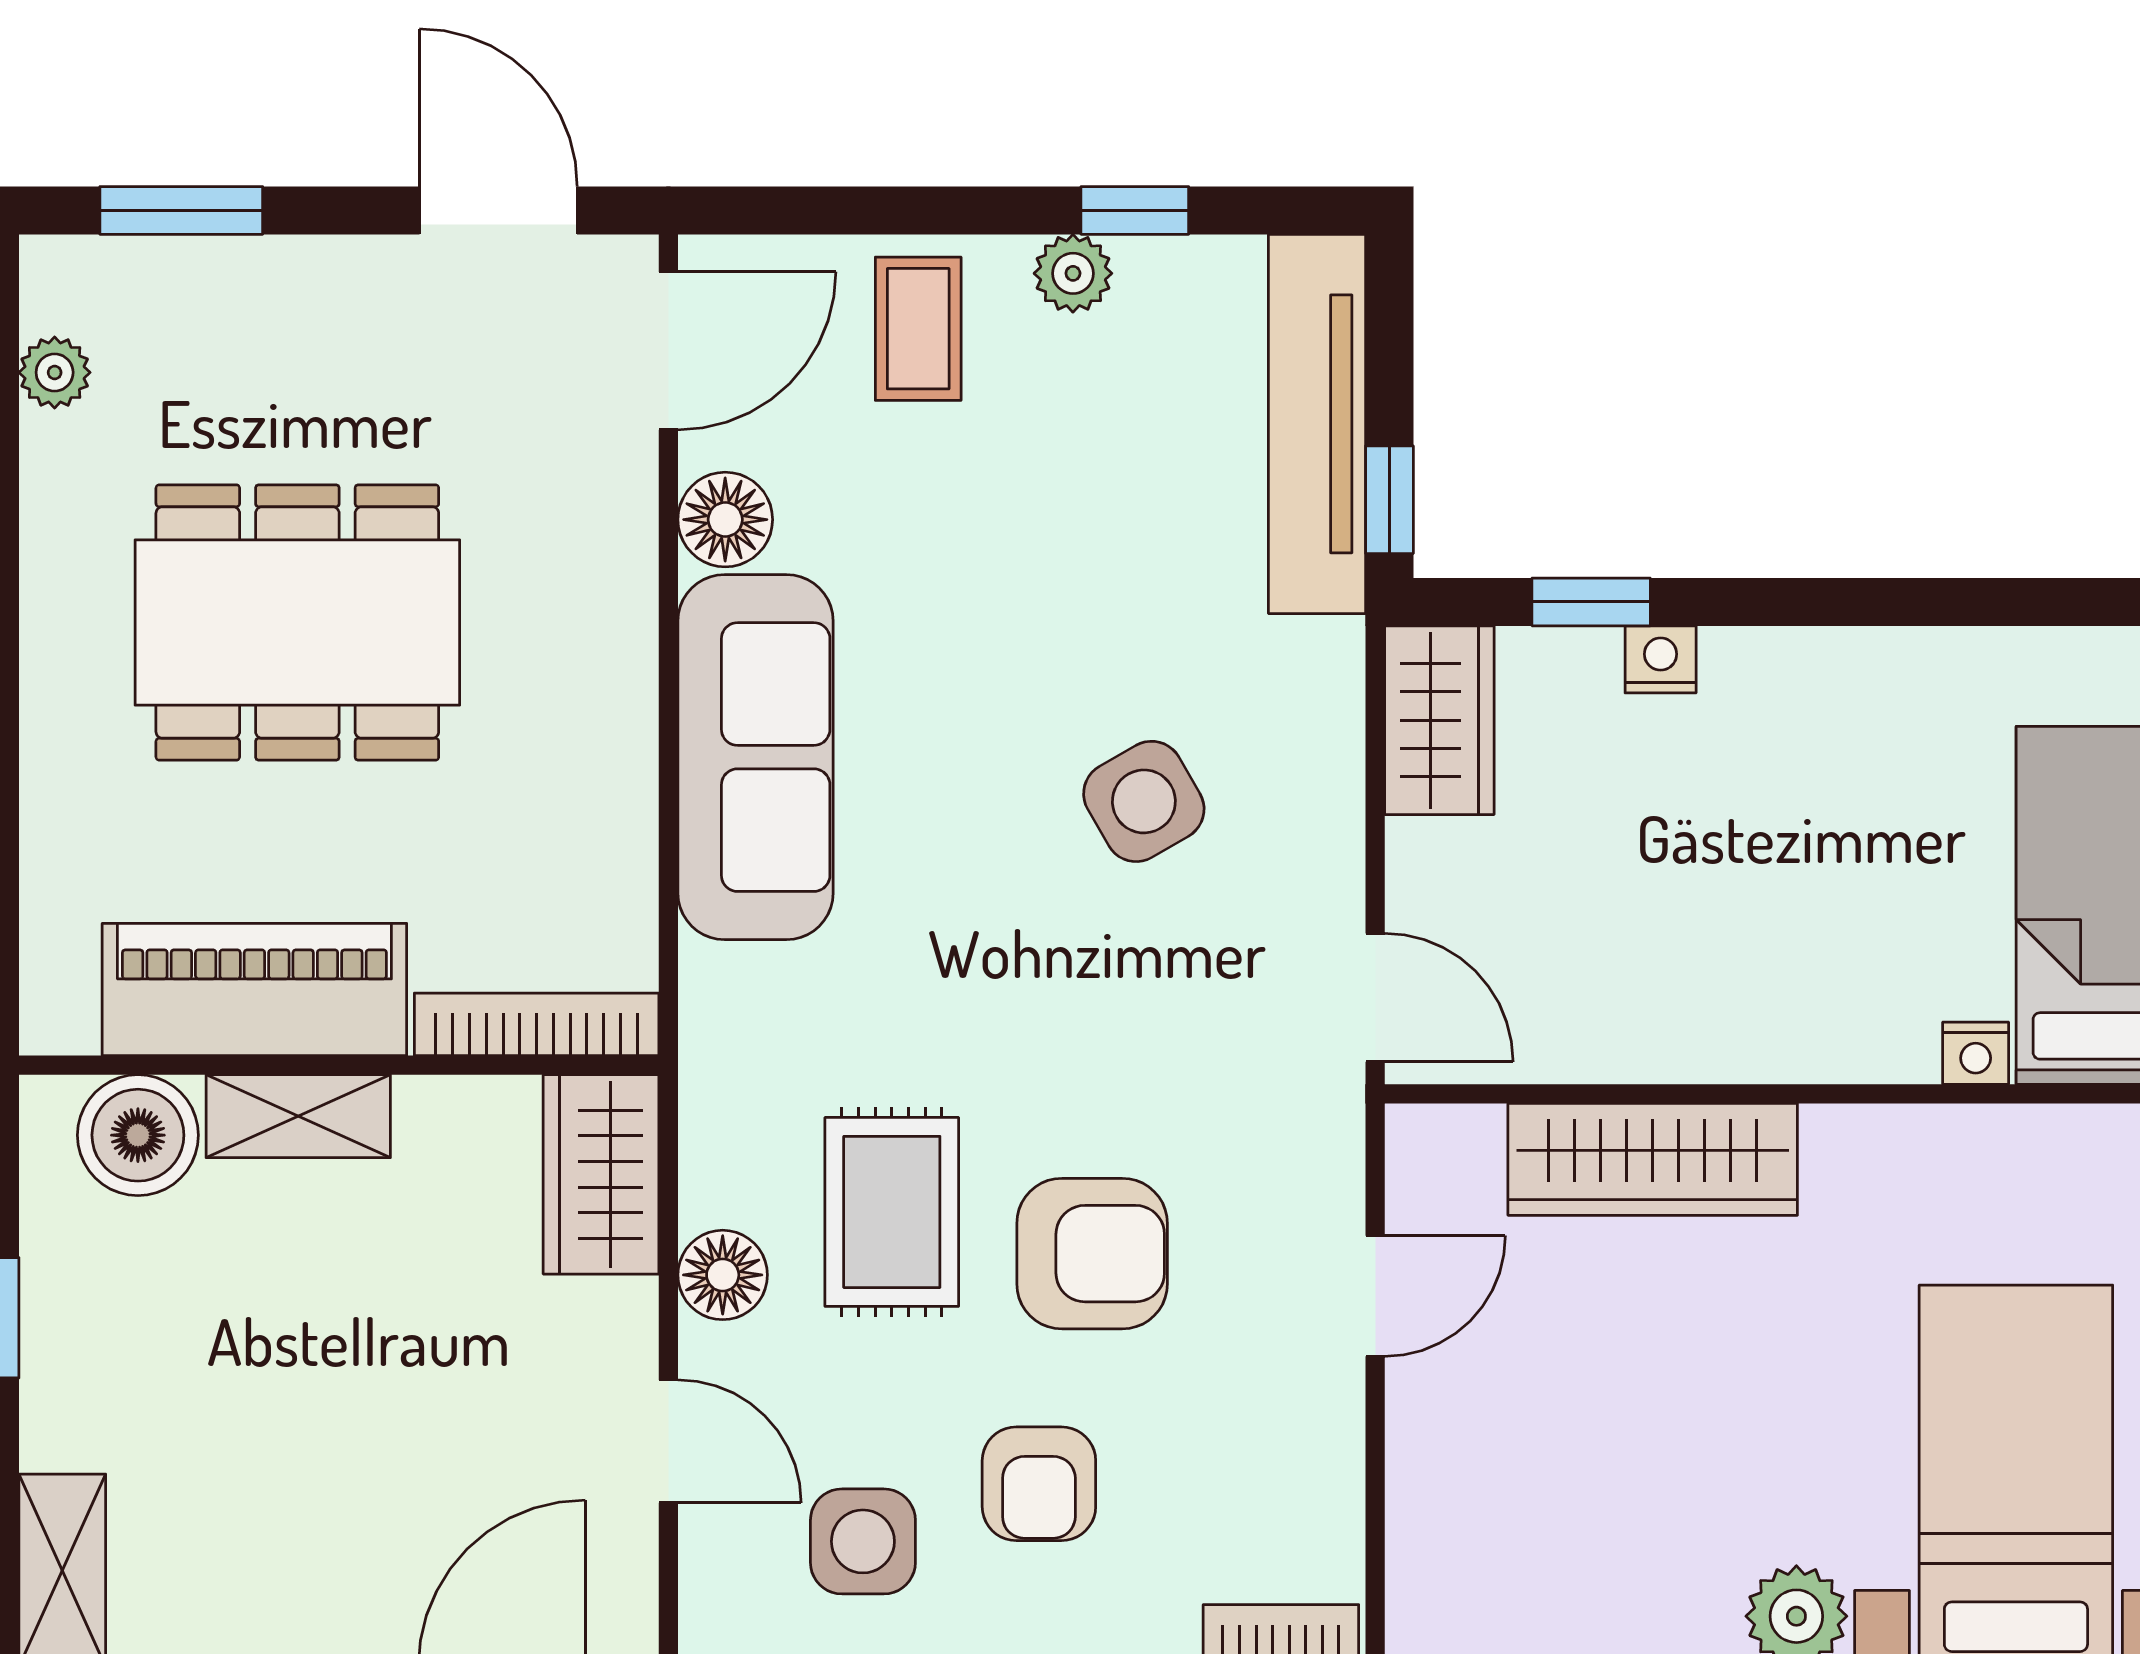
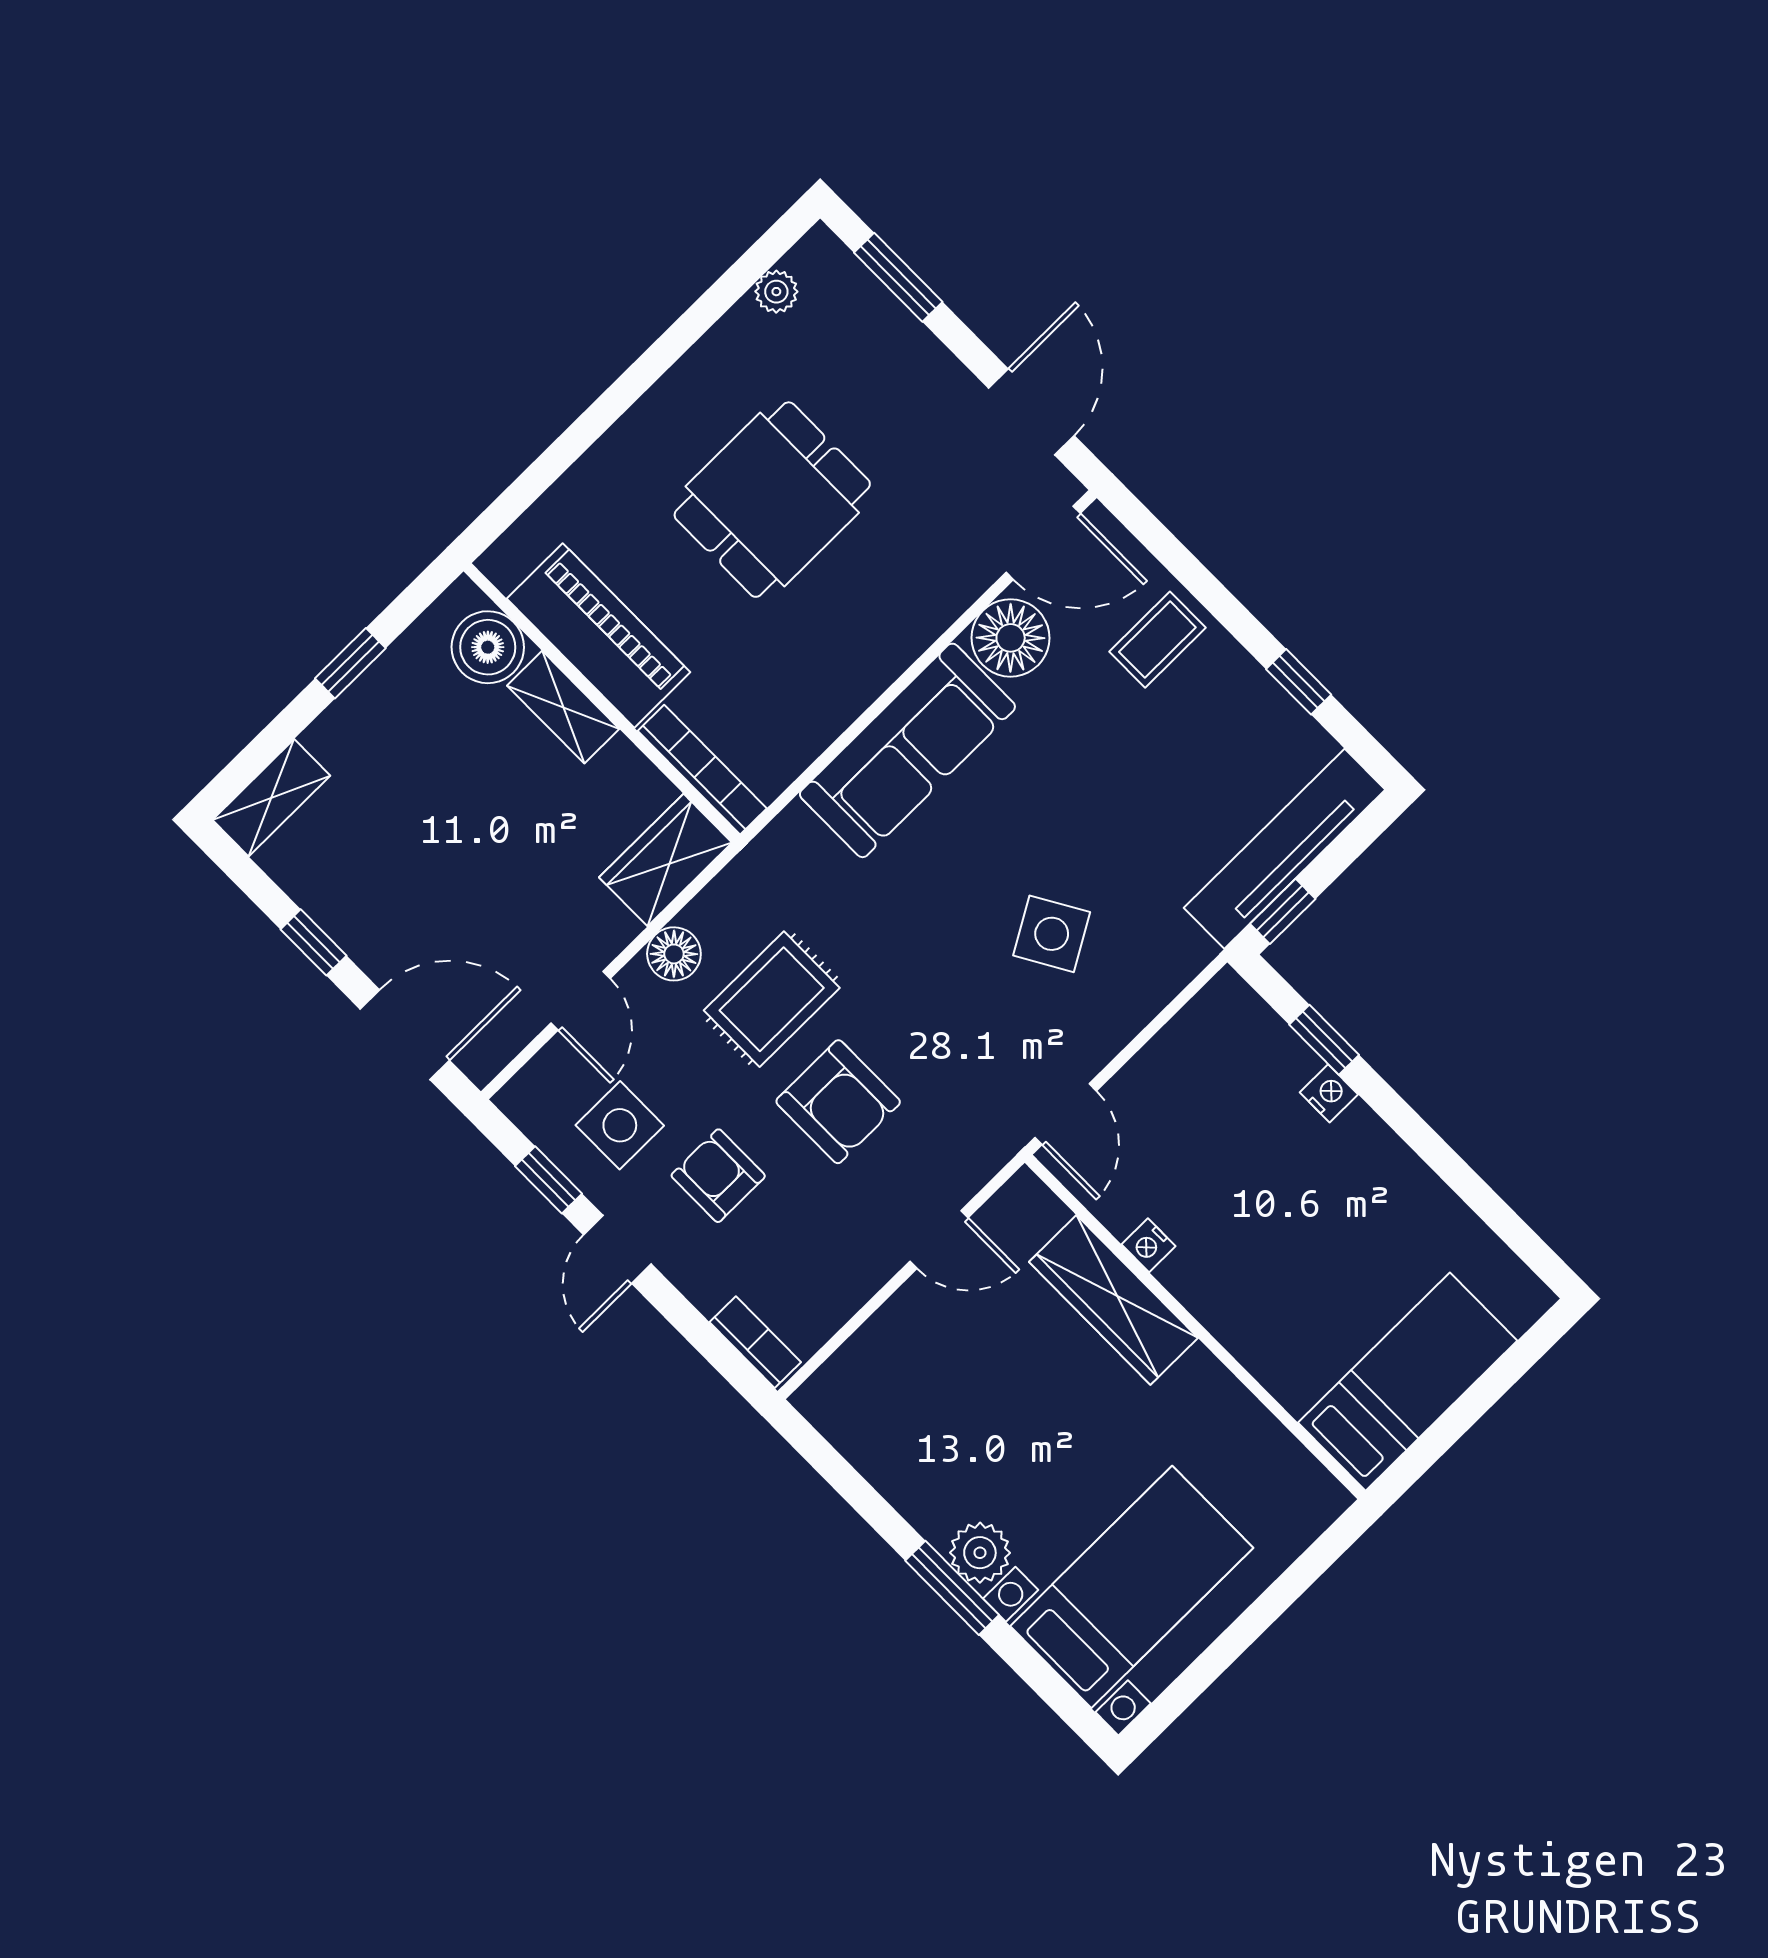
plant: (1073, 273) -> (1246, 682), removed
floor lamp: (725, 520) -> (1011, 638), width x1.38, depth x1.38
dining table: (297, 622) -> (772, 500), width x0.73
wardrobe: (1439, 720) -> (1210, 1025), removed
nightstand: (1976, 1053) -> (1149, 1245), moved
armchair: (1039, 1484) -> (718, 1176), turned 90

